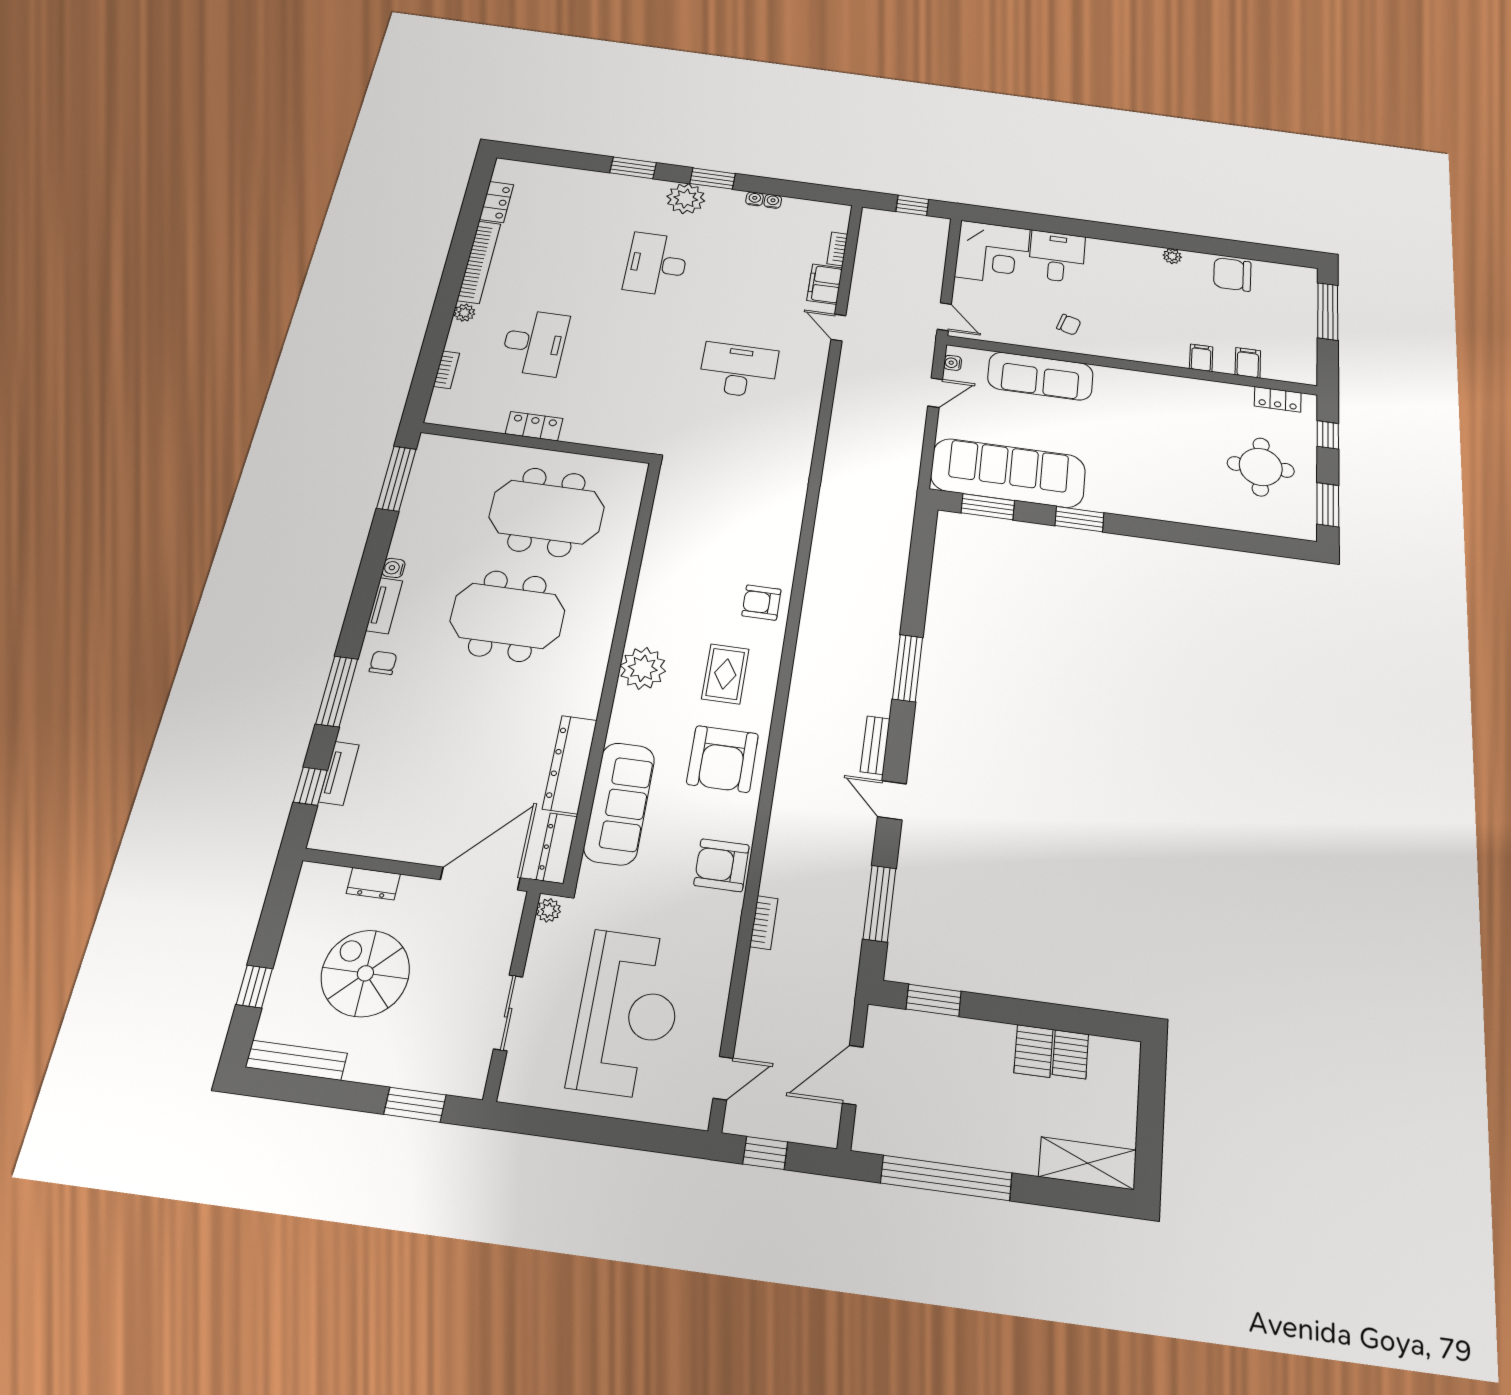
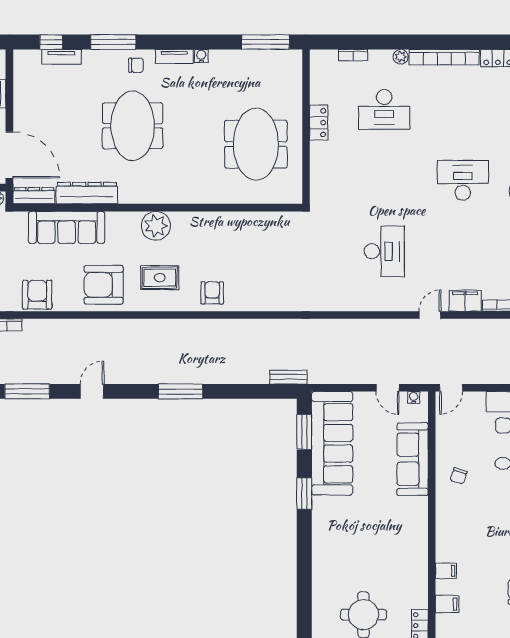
meeting table: (508, 616) -> (133, 126), moved
bench: (875, 745) -> (288, 377), moved

